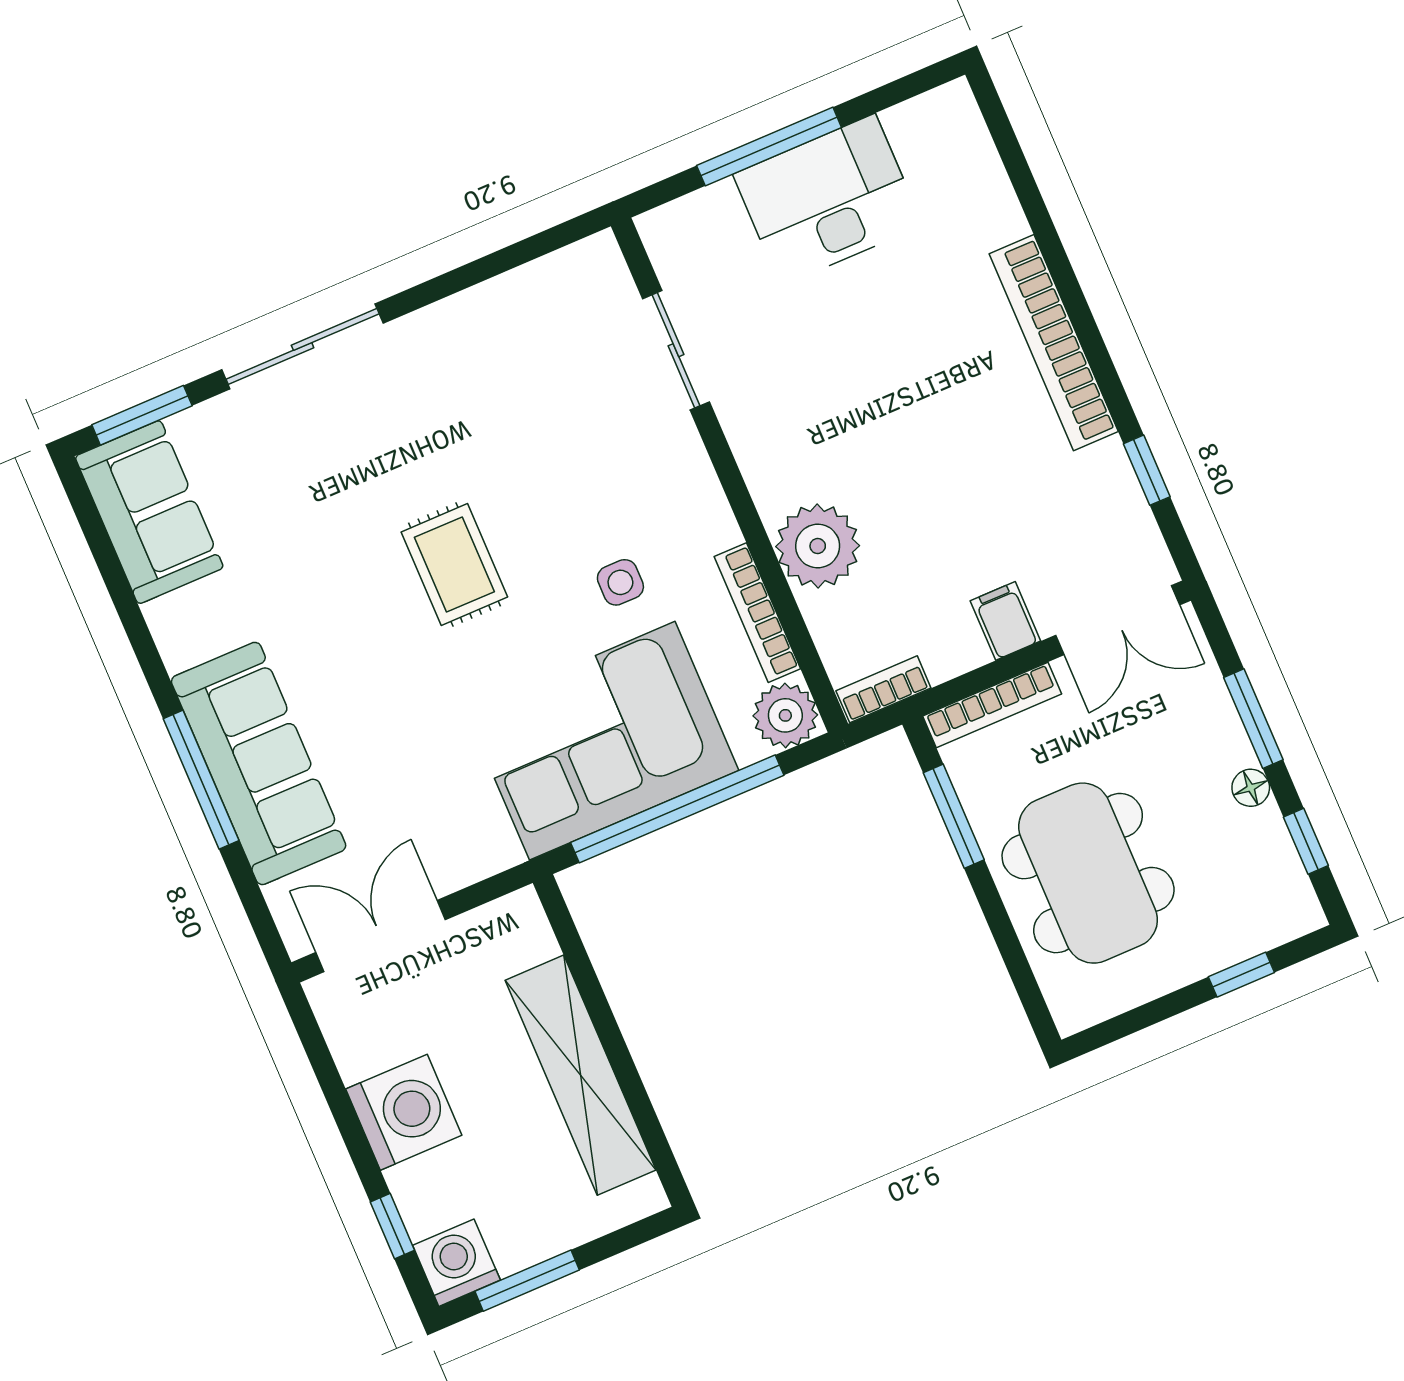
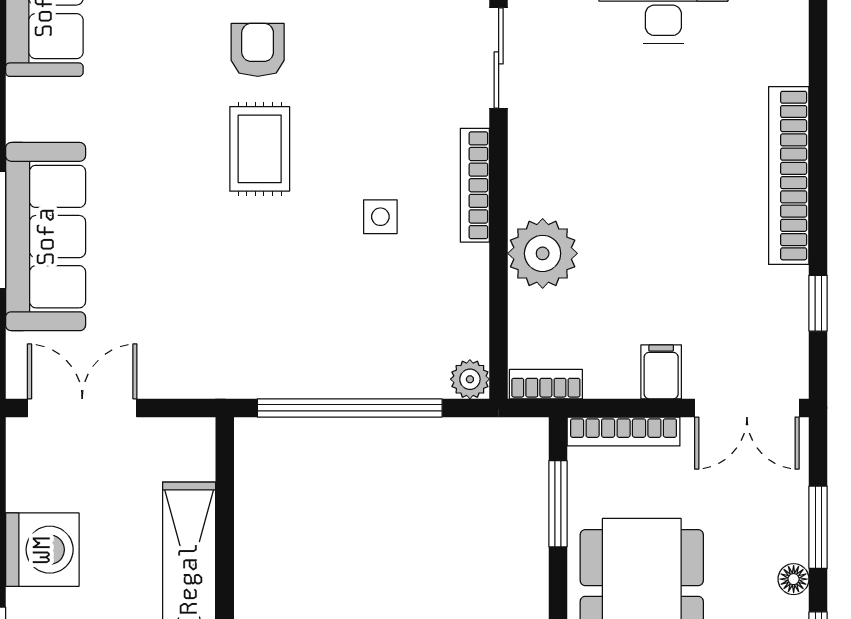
armchair: (405, 456) -> (258, 50), added
bookcase: (757, 613) -> (475, 185), moved
plant: (785, 715) -> (470, 379), width x0.73, depth x0.73
corner sofa: (602, 741) -> (315, 331), removed

